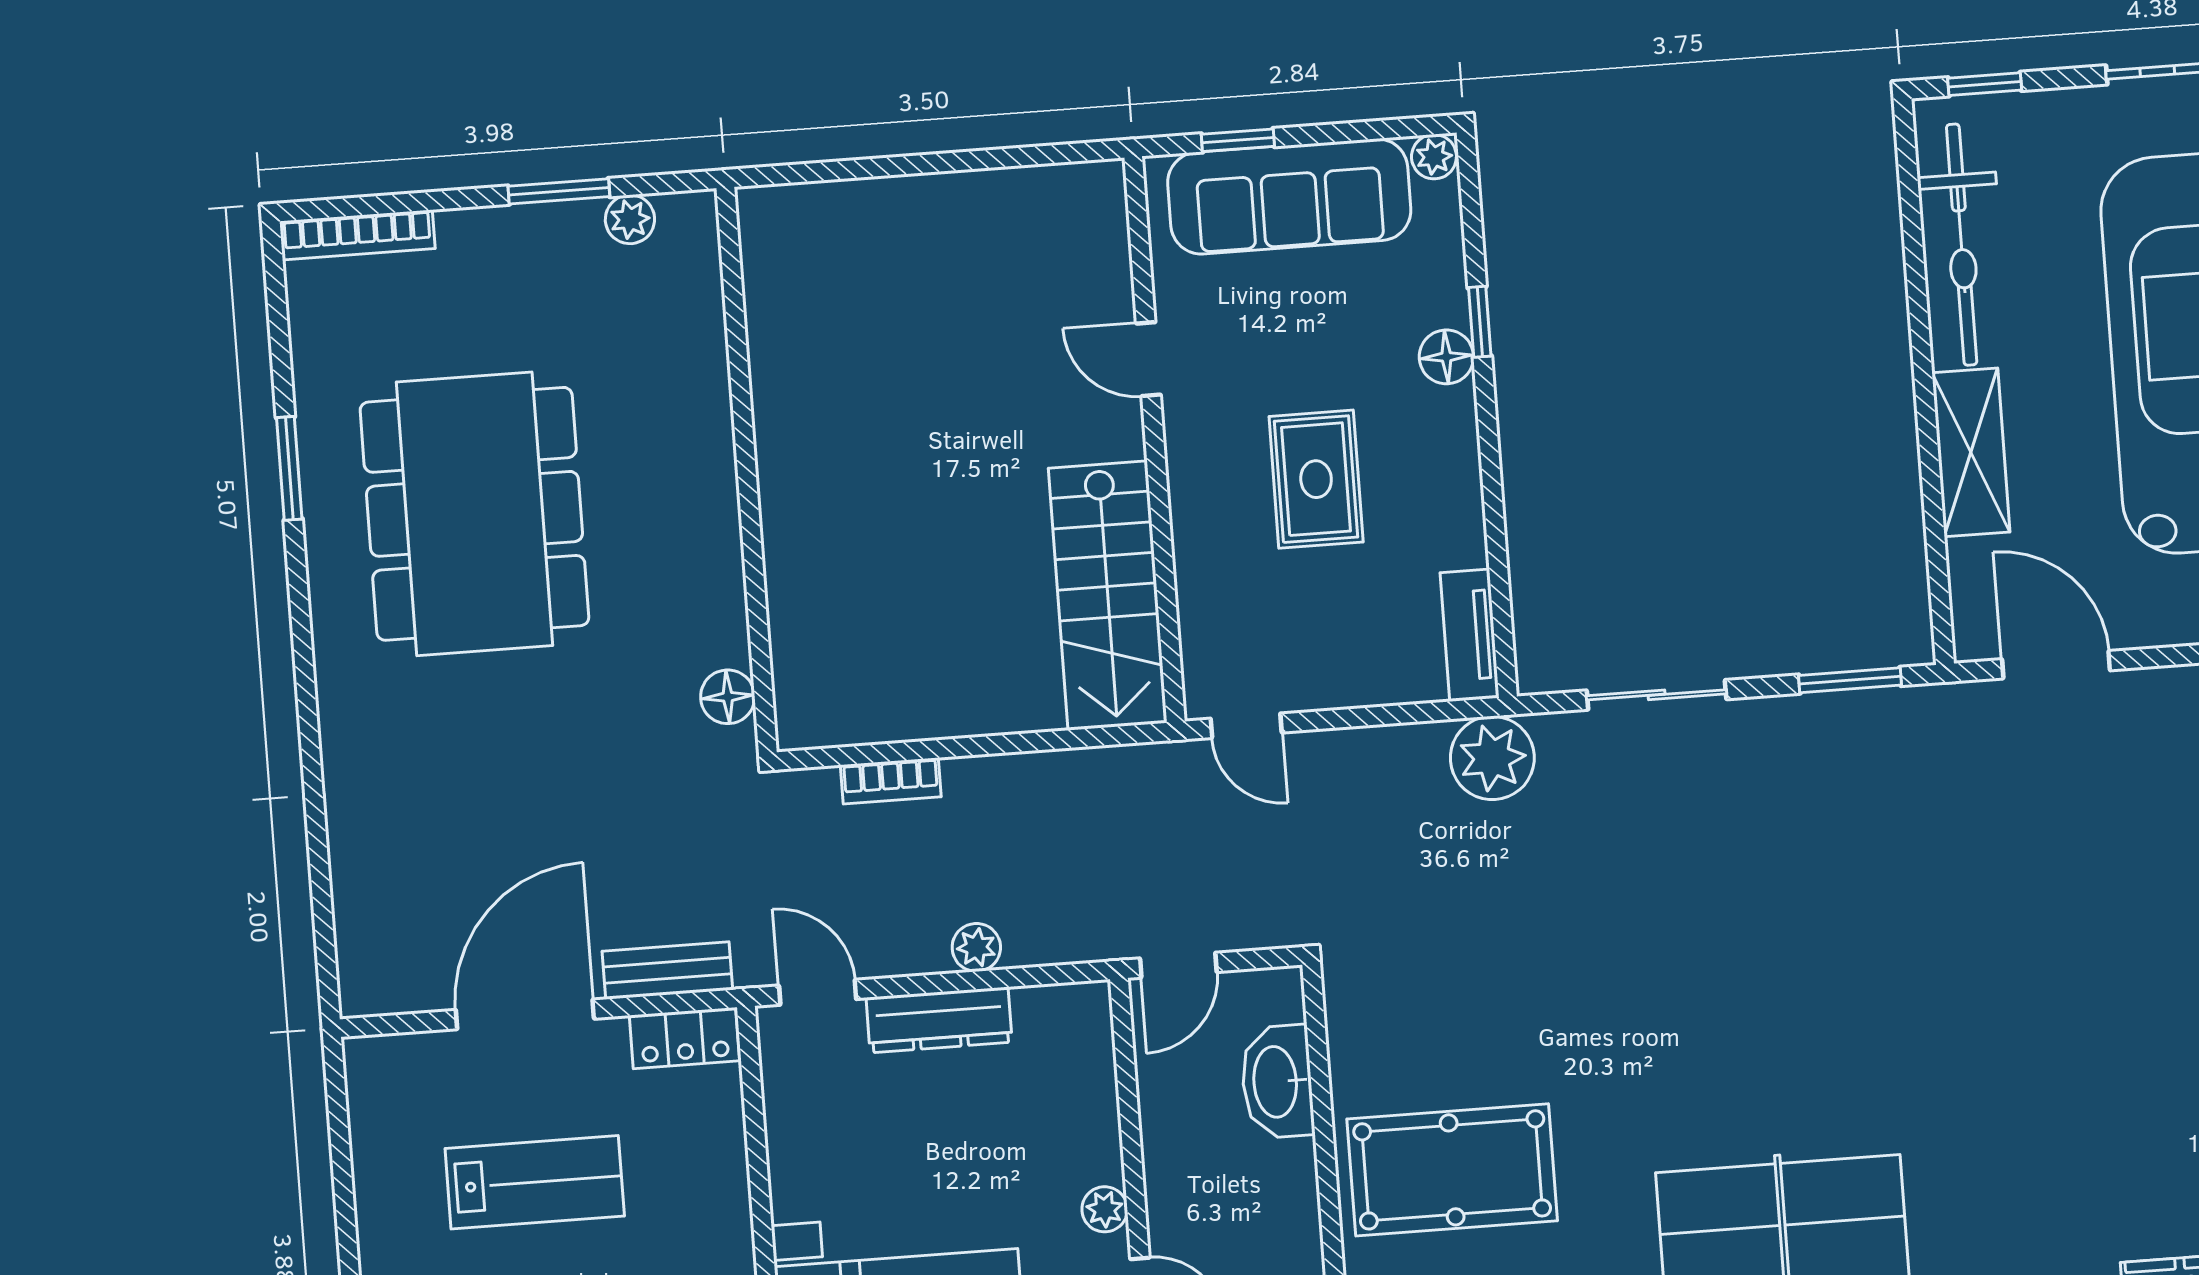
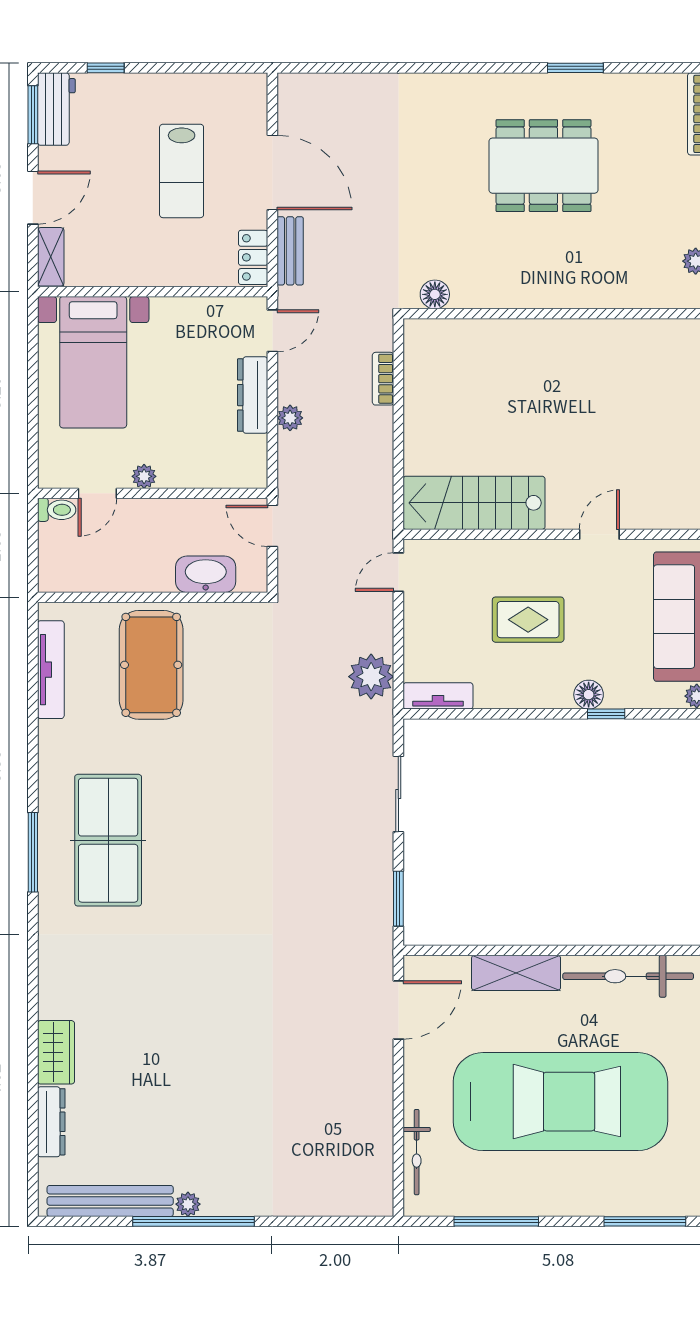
dining table: (474, 514) -> (543, 166), width x0.73, depth x0.80
plant: (1492, 758) -> (371, 677), moved

